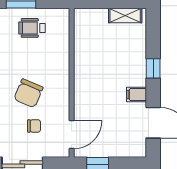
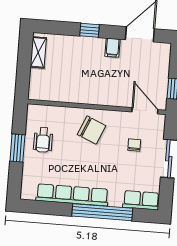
chair: (28, 93) -> (92, 130), moved

